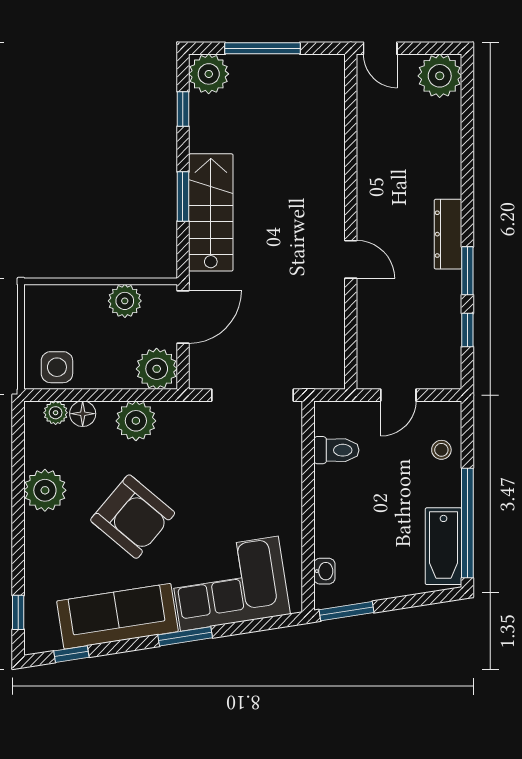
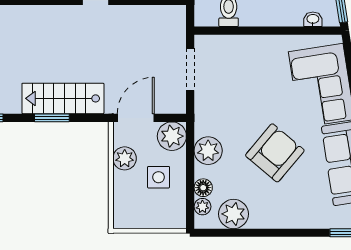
door: (183, 317) -> (136, 118), hinge flipped
side table: (57, 367) -> (159, 177), moved
doorway: (252, 395) -> (190, 69), width x0.73
plant: (45, 490) -> (234, 214), moved

